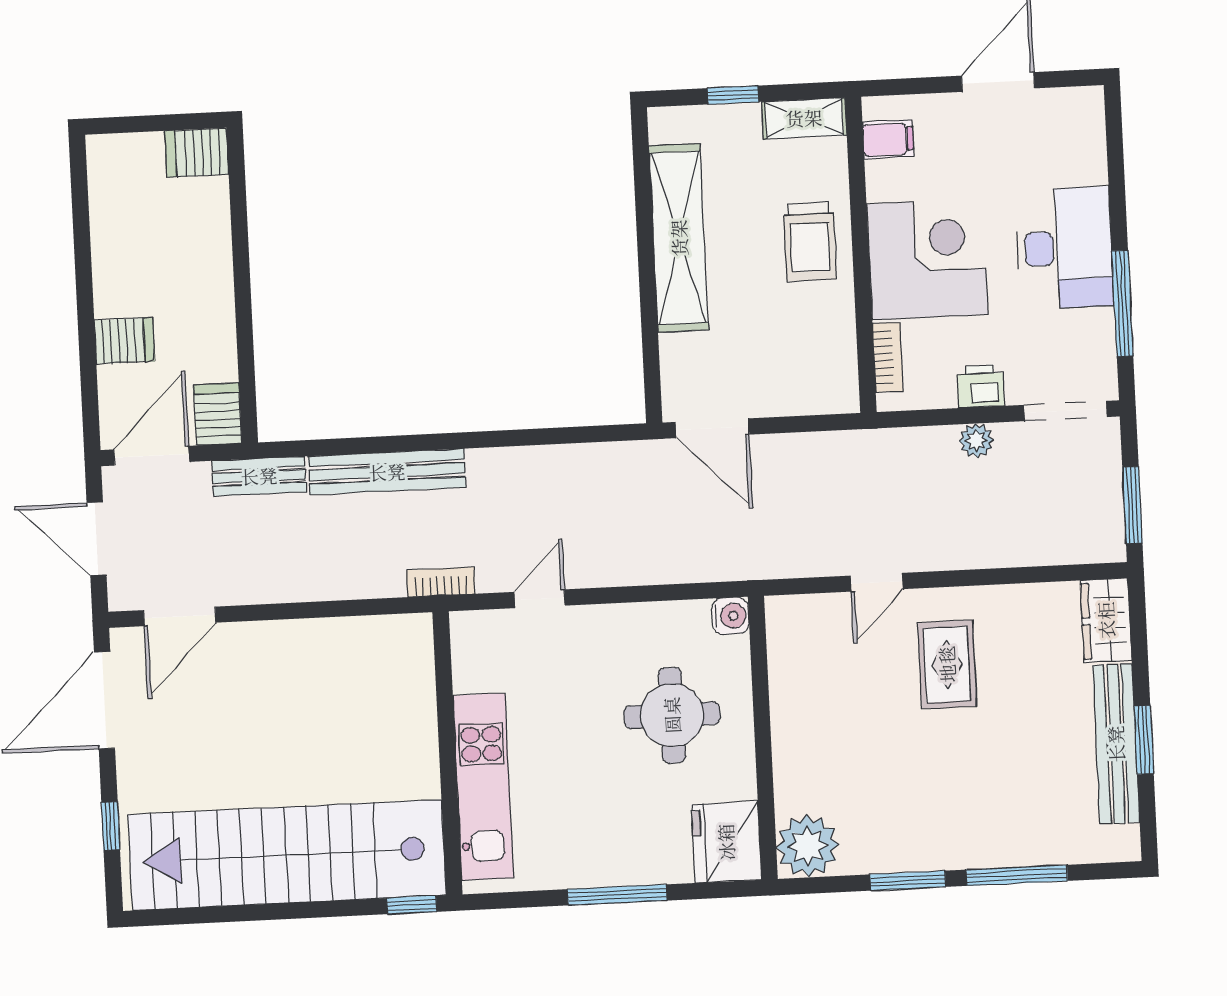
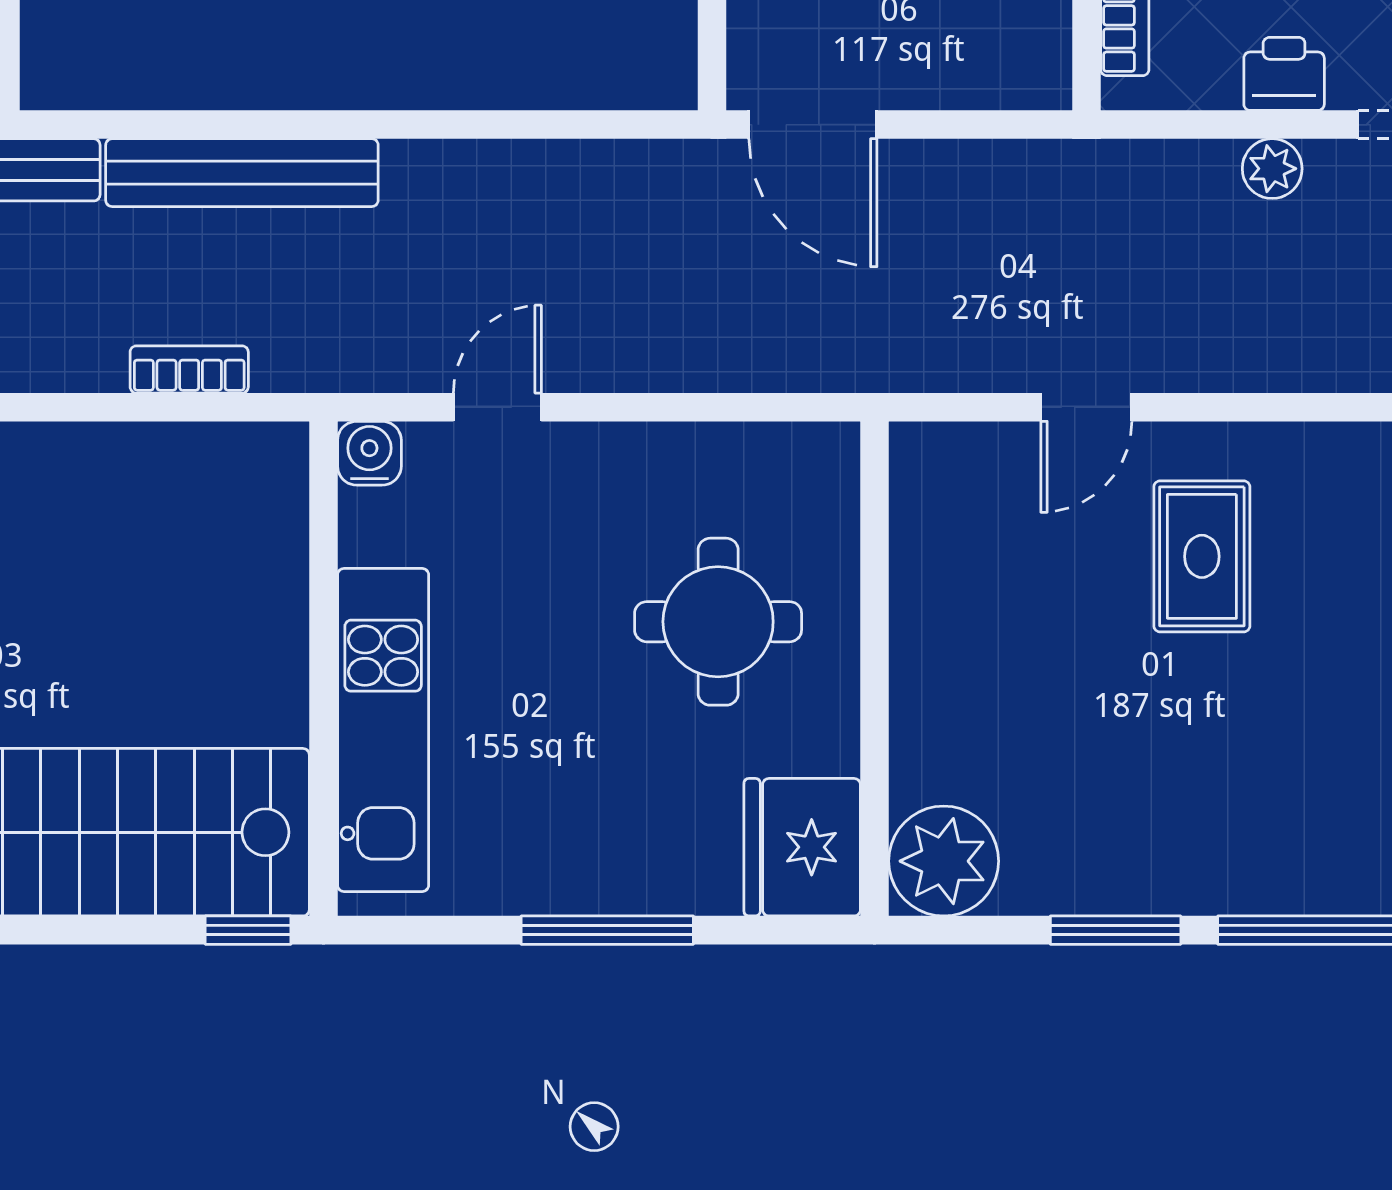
bookcase: (441, 582) -> (189, 369), moved
water cooler: (730, 616) -> (369, 453), moved, turned -90

